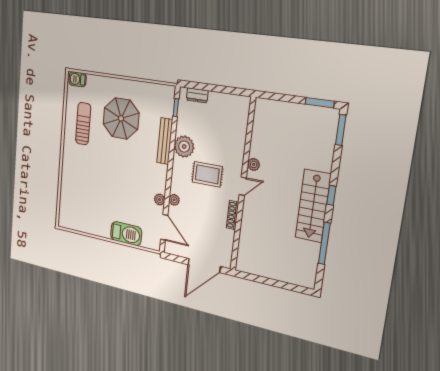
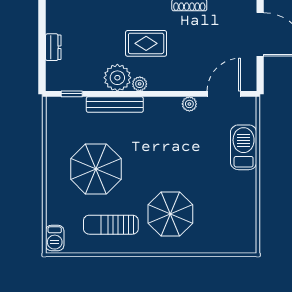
dresser: (197, 95) -> (53, 47), moved
parasol: (87, 170) -> (170, 214), added
rug: (207, 174) -> (146, 43), turned 90
plant: (174, 200) -> (140, 84), moved

